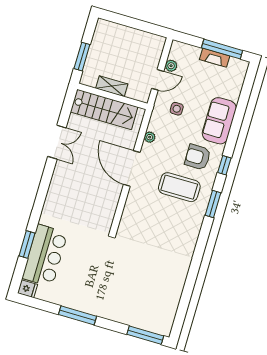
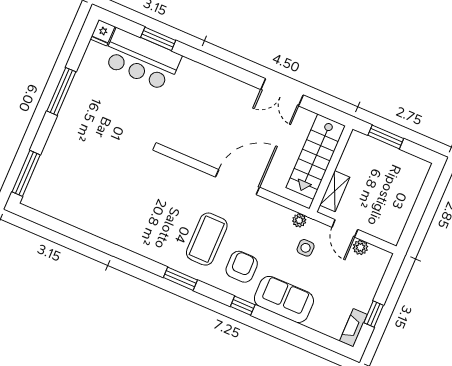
window: (222, 49) -> (374, 314), width x0.46
fireplace: (215, 58) -> (353, 328), moved
shelving: (112, 86) -> (335, 191), moved
plant: (150, 137) -> (299, 220), moved
window: (224, 165) -> (243, 306), moved

